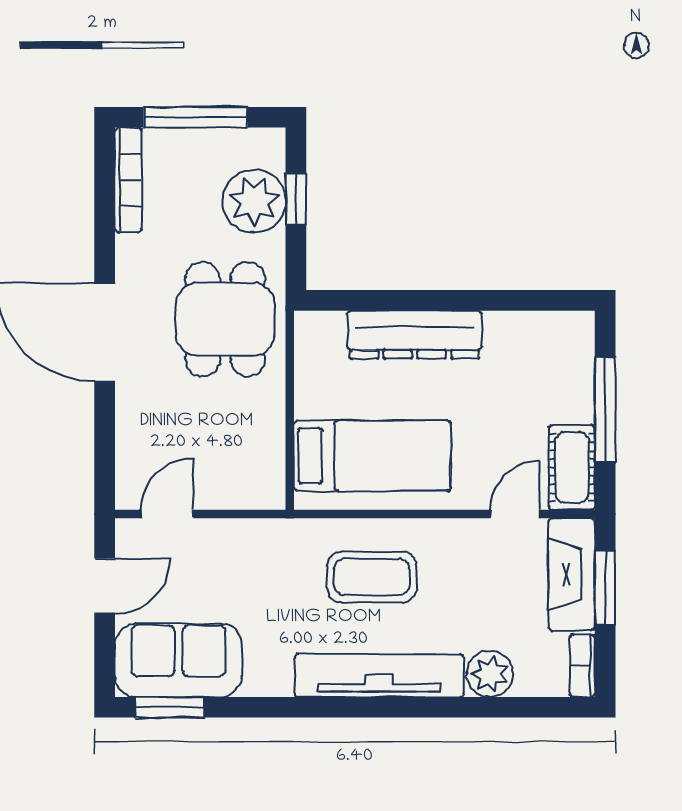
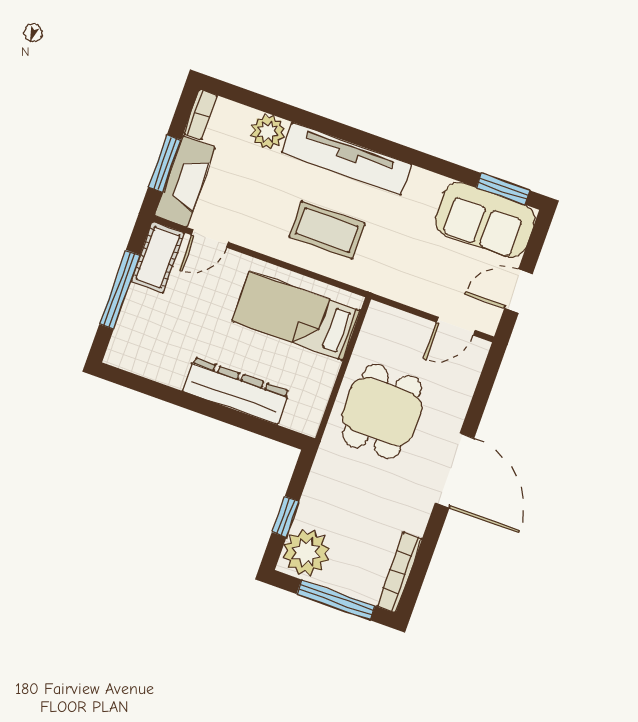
plant: (254, 201) -> (306, 552), moved
dining table: (225, 319) -> (382, 411), moved

